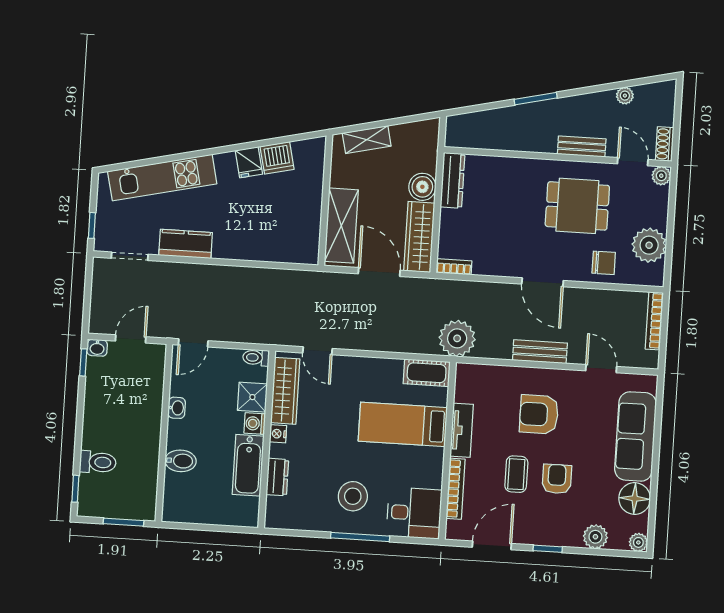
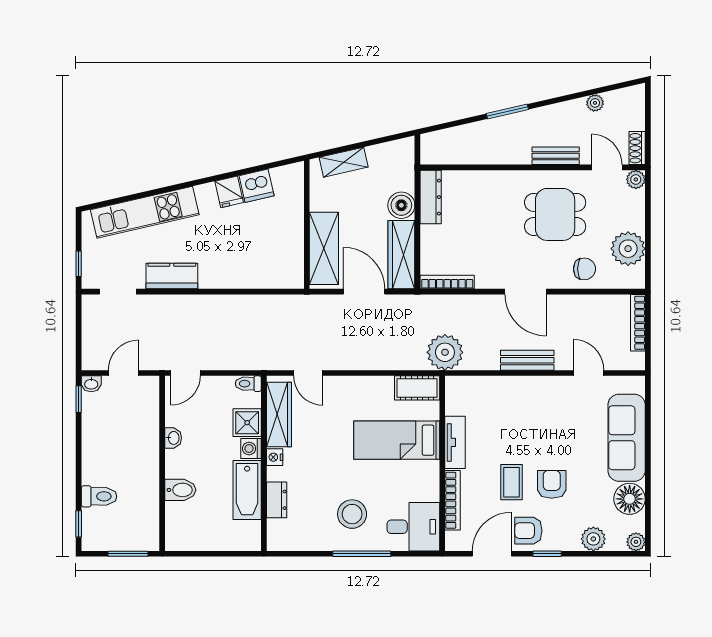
bookcase: (454, 267) -> (447, 282), width x1.56
armchair: (539, 414) -> (528, 531), moved, width x0.72, depth x0.72

